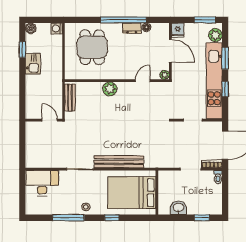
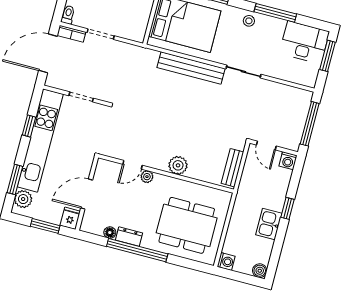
window: (205, 20) -> (45, 226), moved
dining table: (92, 47) -> (187, 225), width x1.38
window: (22, 50) -> (288, 208), moved
door: (170, 51) -> (87, 194), hinge flipped
window: (225, 58) -> (15, 179), moved
plant: (165, 75) -> (147, 177), moved
washing machine: (31, 113) -> (288, 161), added
window: (22, 144) -> (310, 124), added
desk: (42, 183) -> (304, 42), moved, turned 180
window: (22, 197) -> (328, 56), added

